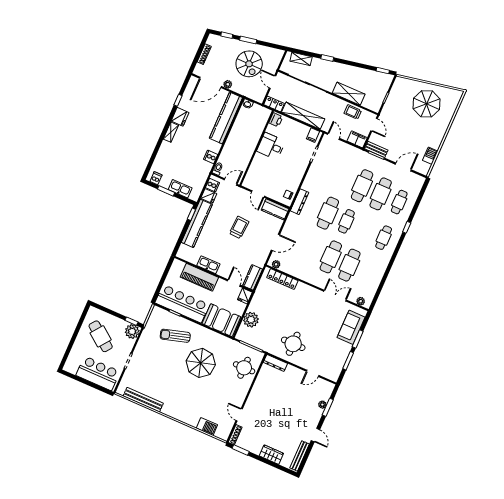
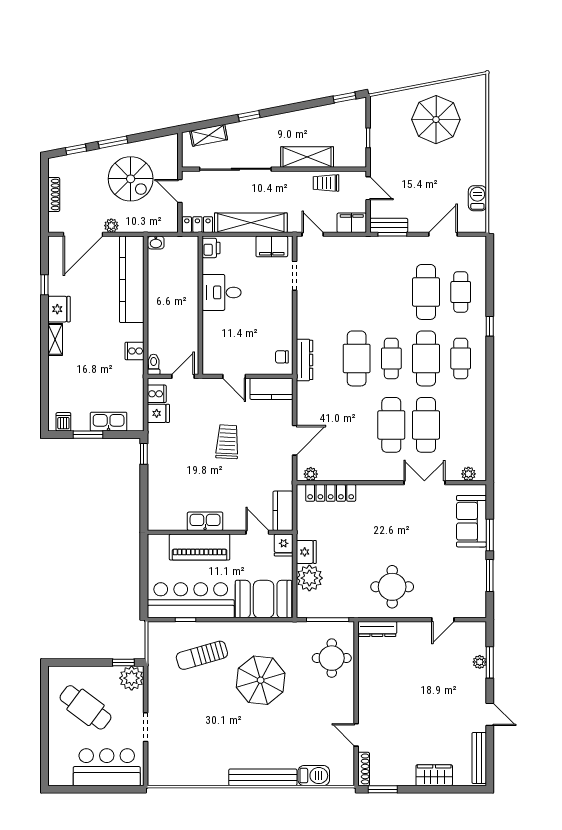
filing cabinet: (313, 135) -> (272, 246), width x2.00
cafe table: (362, 186) -> (426, 358), moved
kitchen counter: (197, 223) -> (159, 464), removed
fridge: (255, 305) -> (306, 552), added
bench: (143, 400) -> (263, 777), moved

